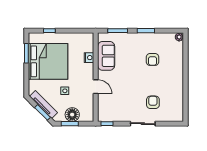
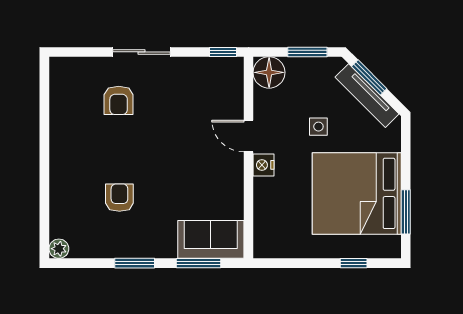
sofa: (106, 56) -> (211, 239), moved, turned 90
nightstand: (89, 58) -> (264, 165), moved
floor lamp: (72, 115) -> (269, 72), moved

